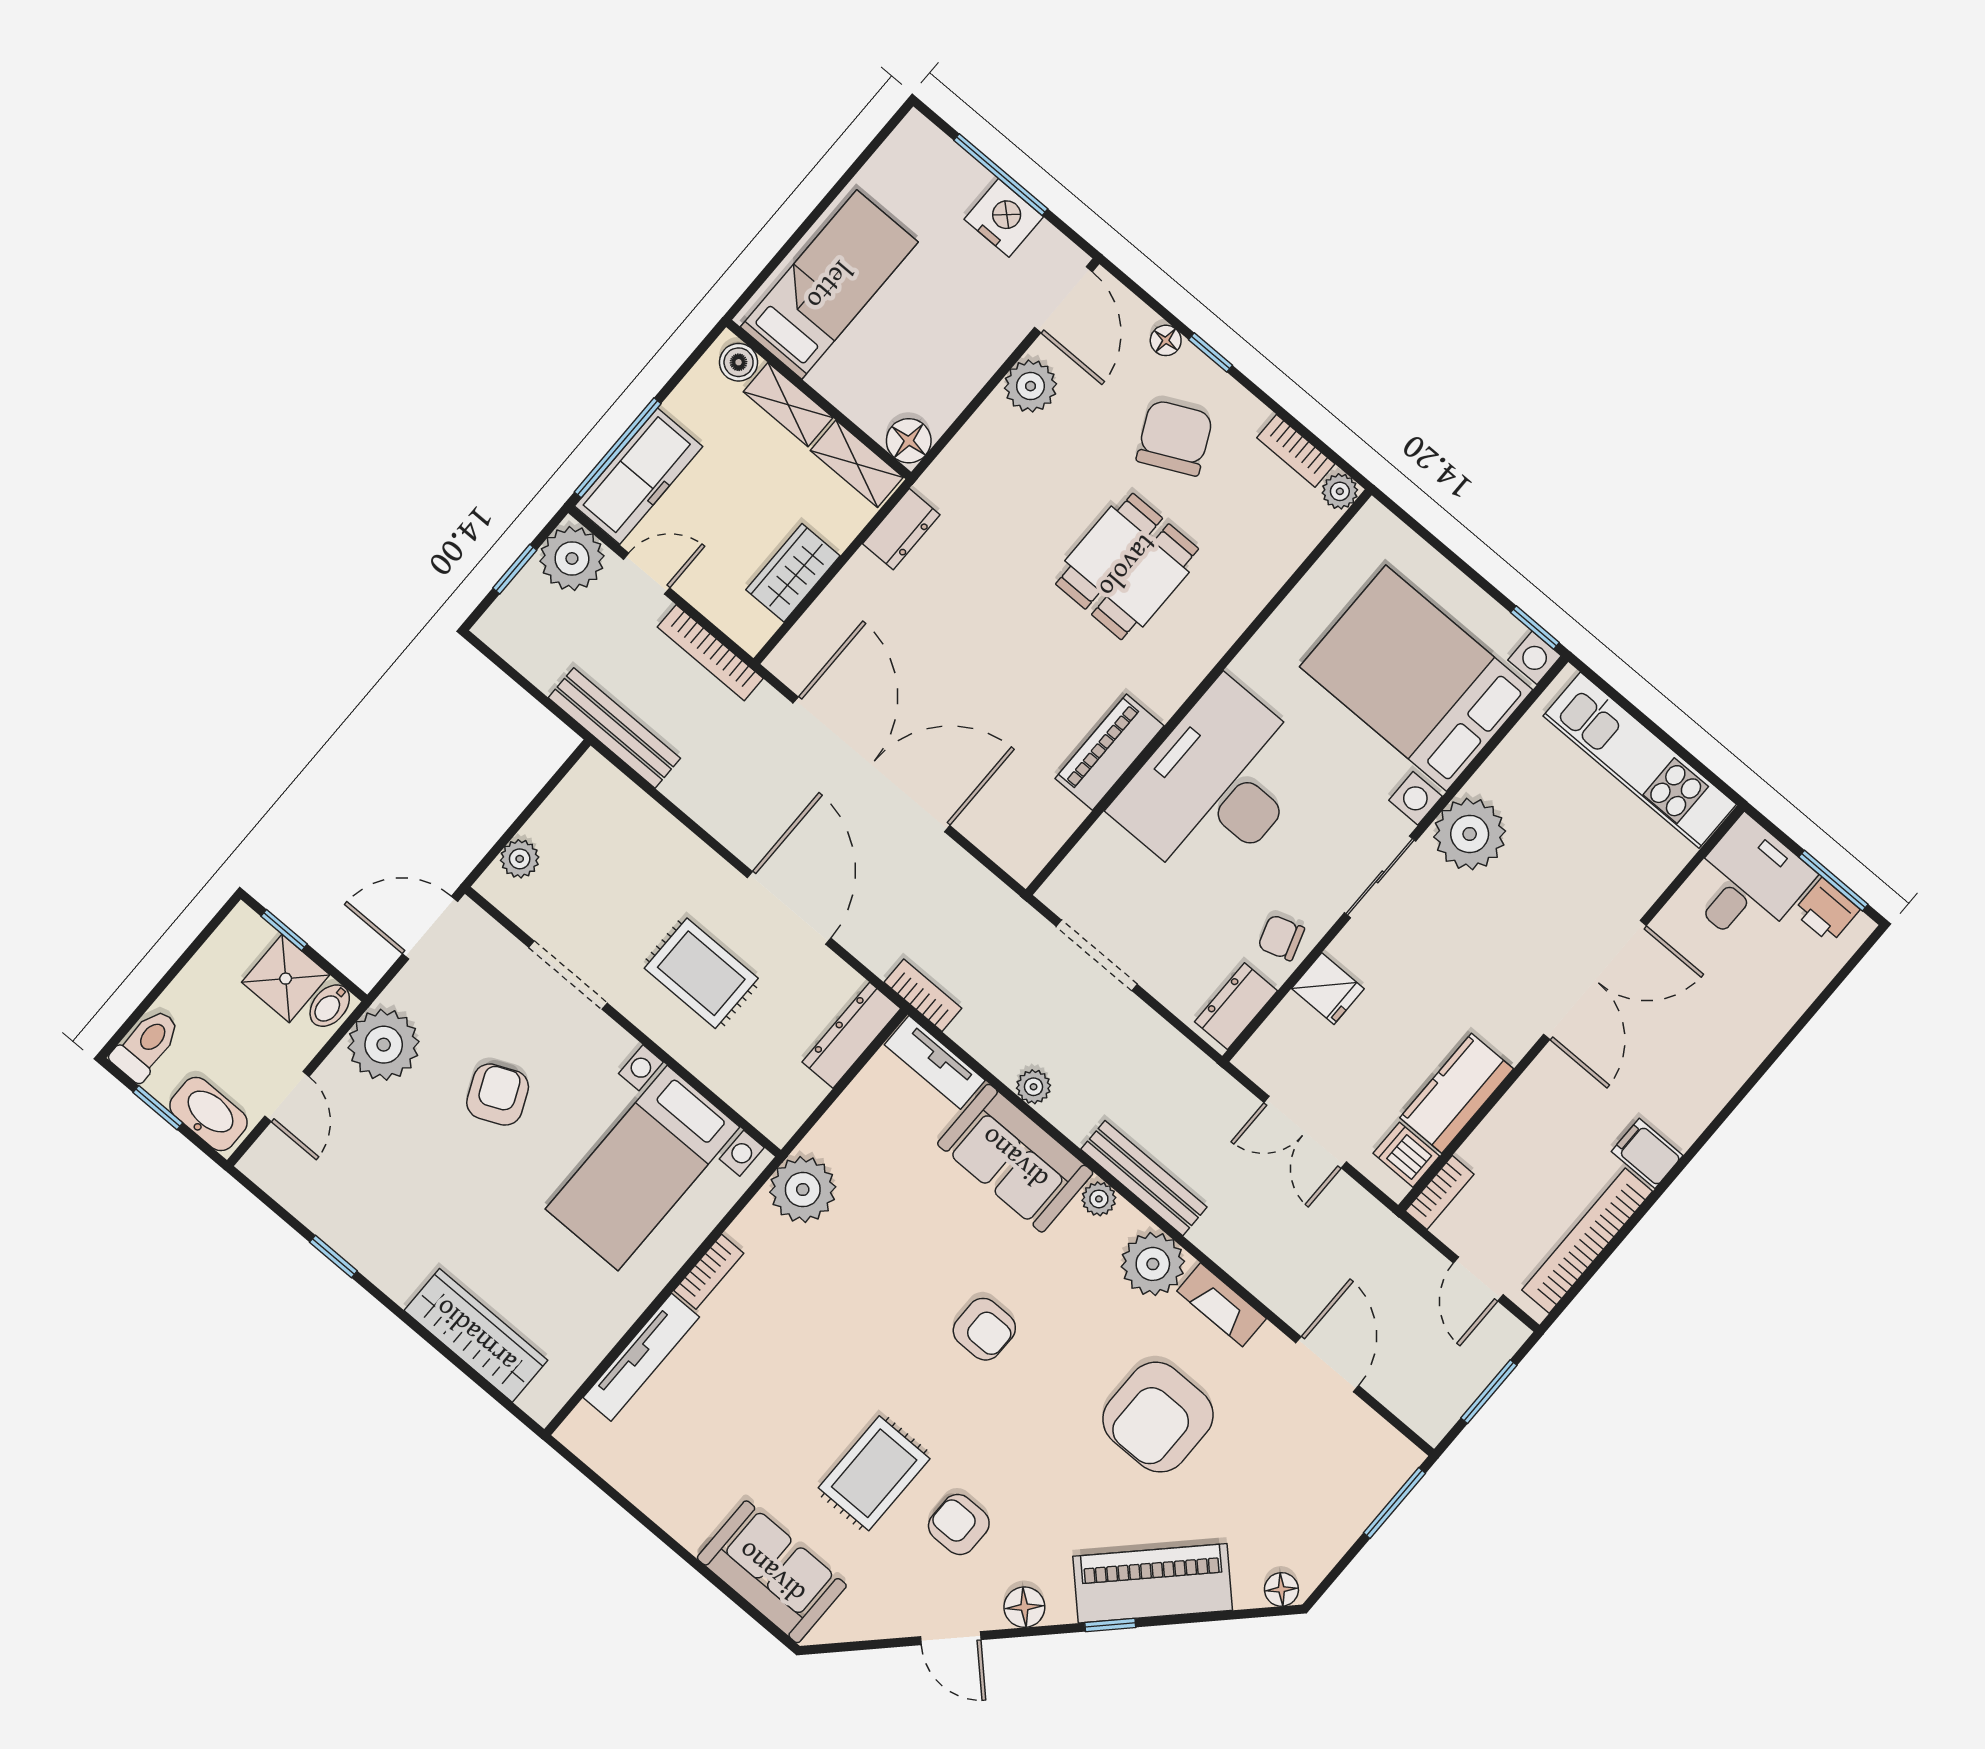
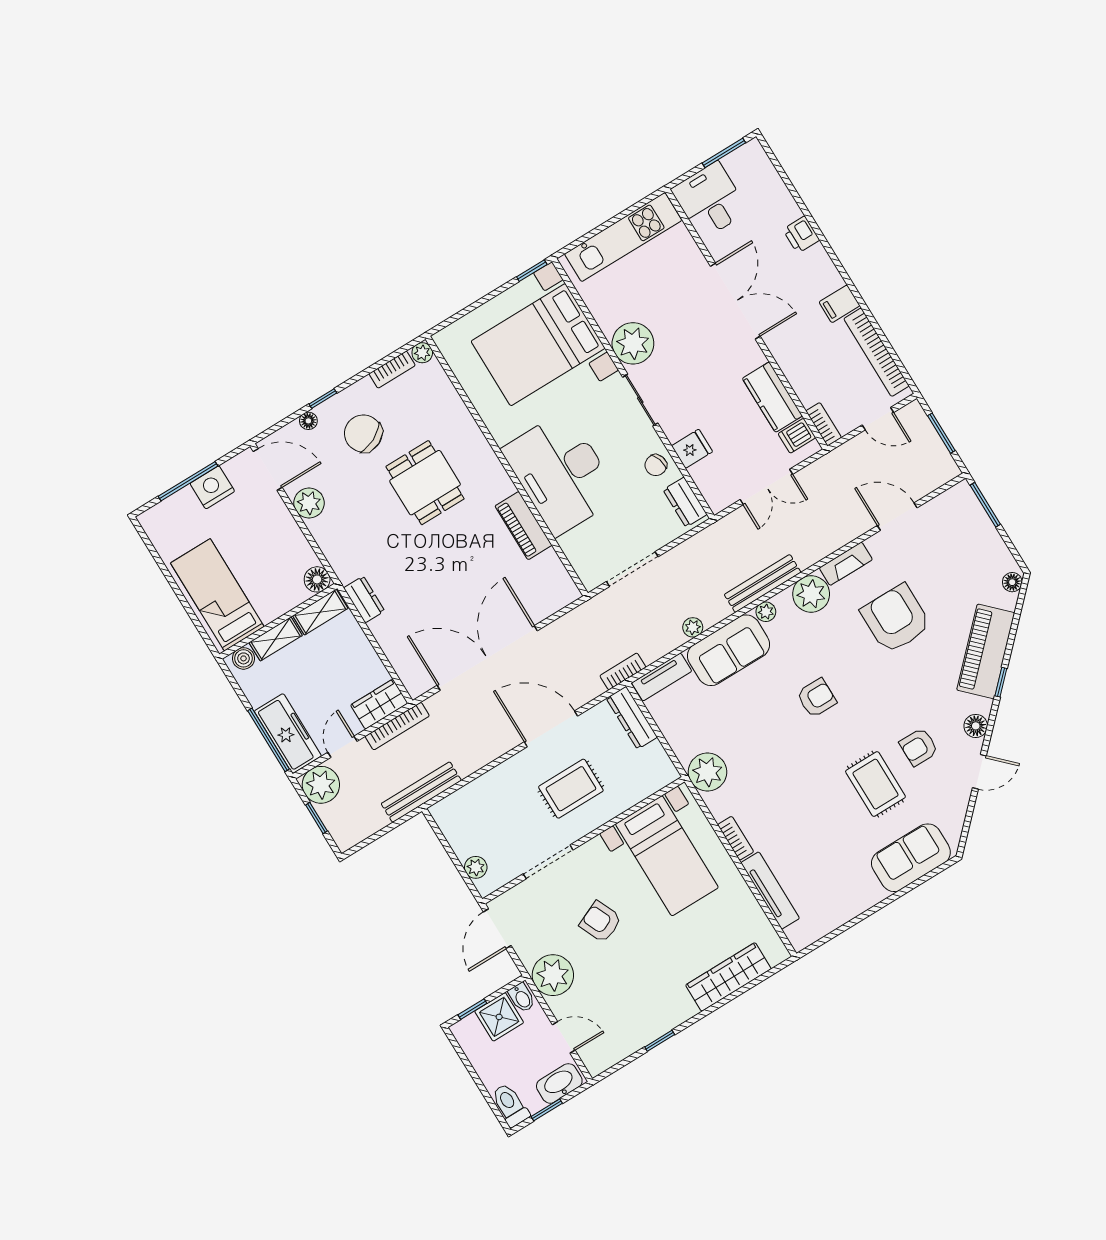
wardrobe: (793, 573) -> (379, 704), moved, turned 90
printer: (1826, 911) -> (801, 235), moved, turned 90
armchair: (1158, 1417) -> (896, 619), turned 180

